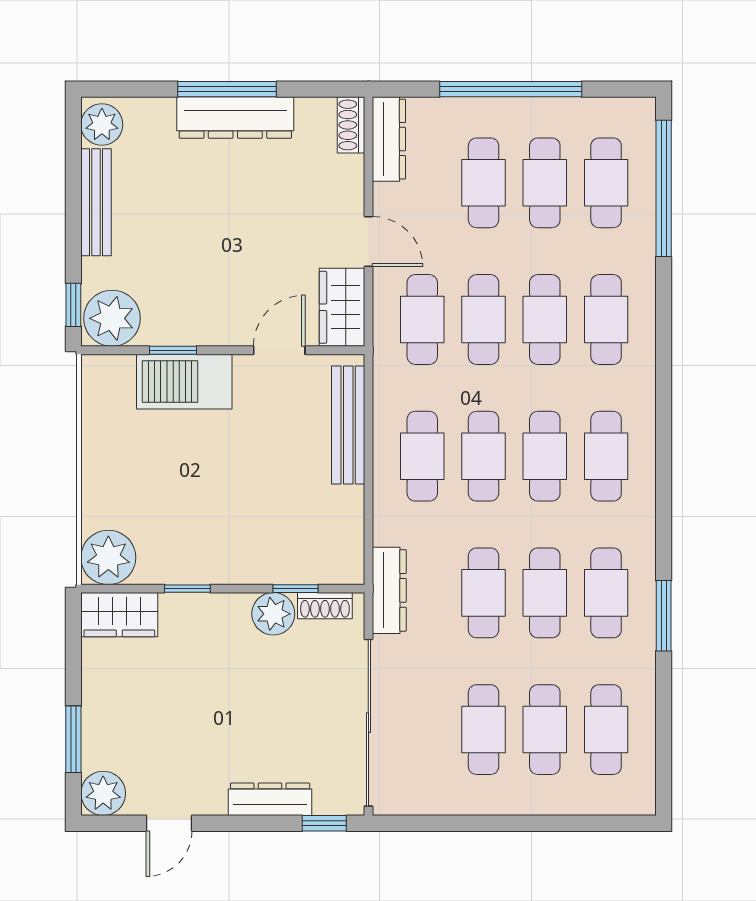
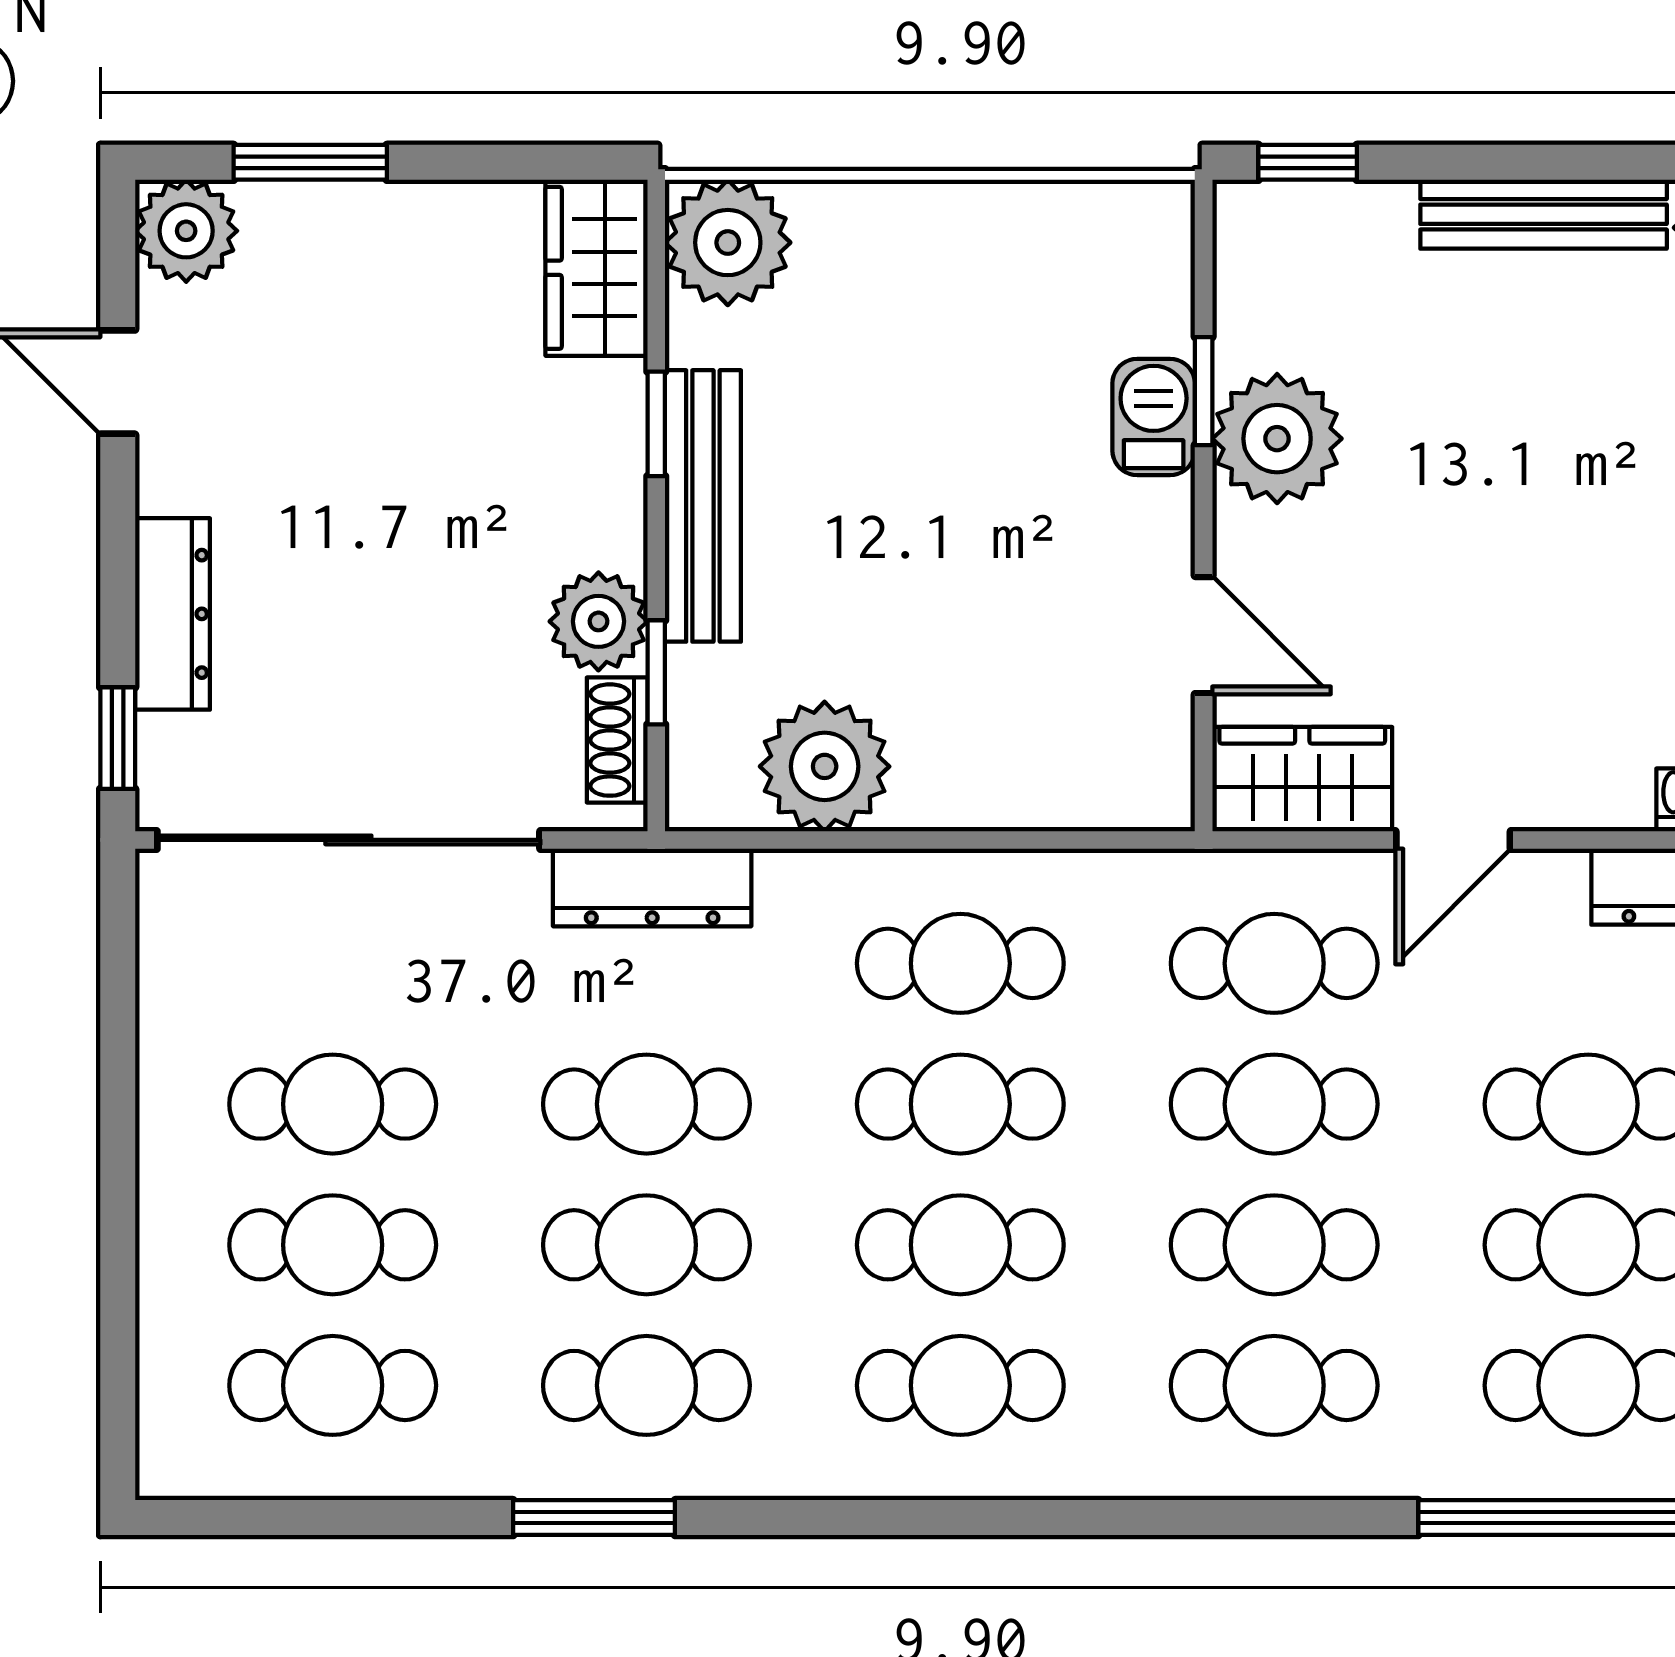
plant: (112, 318) -> (1277, 439), moved
barbecue: (184, 382) -> (1154, 417), width x0.53, depth x0.65
bench: (348, 425) -> (703, 506), moved, turned 90
plant: (336, 515) -> (825, 766), added

